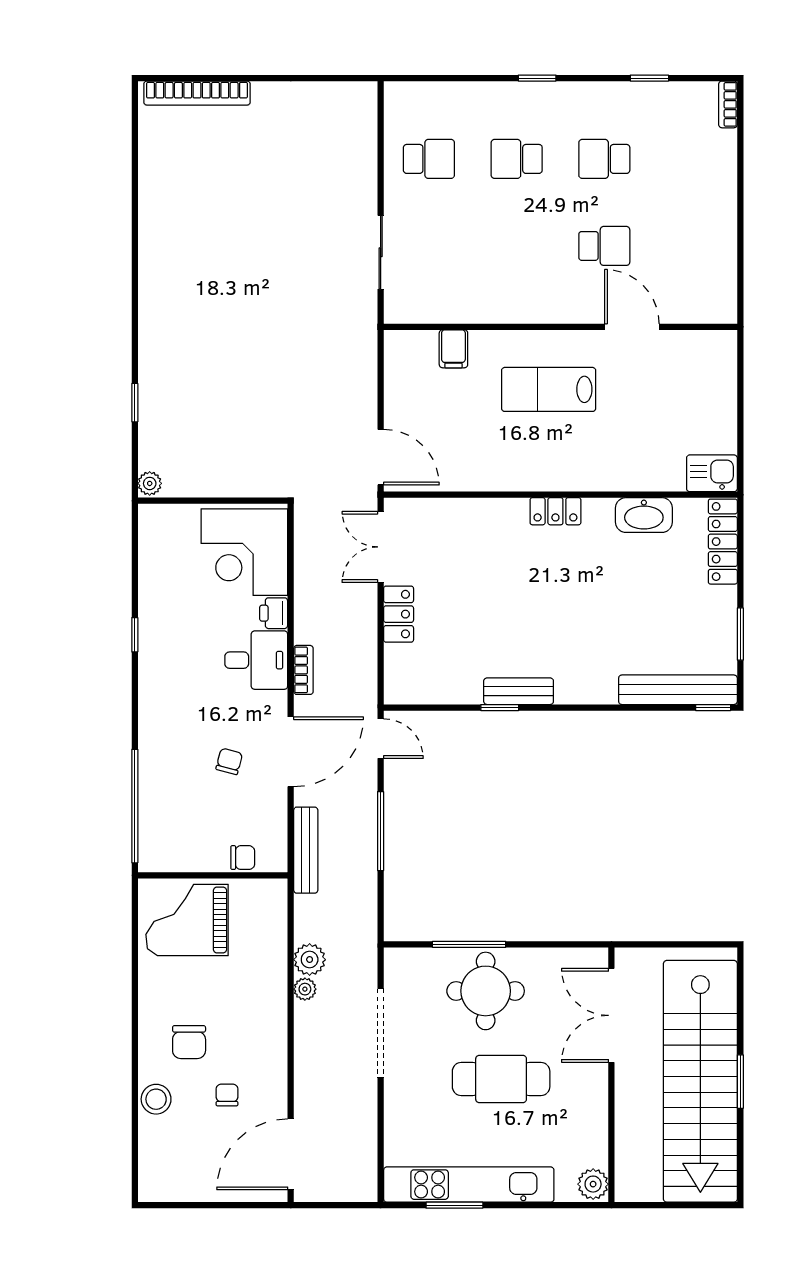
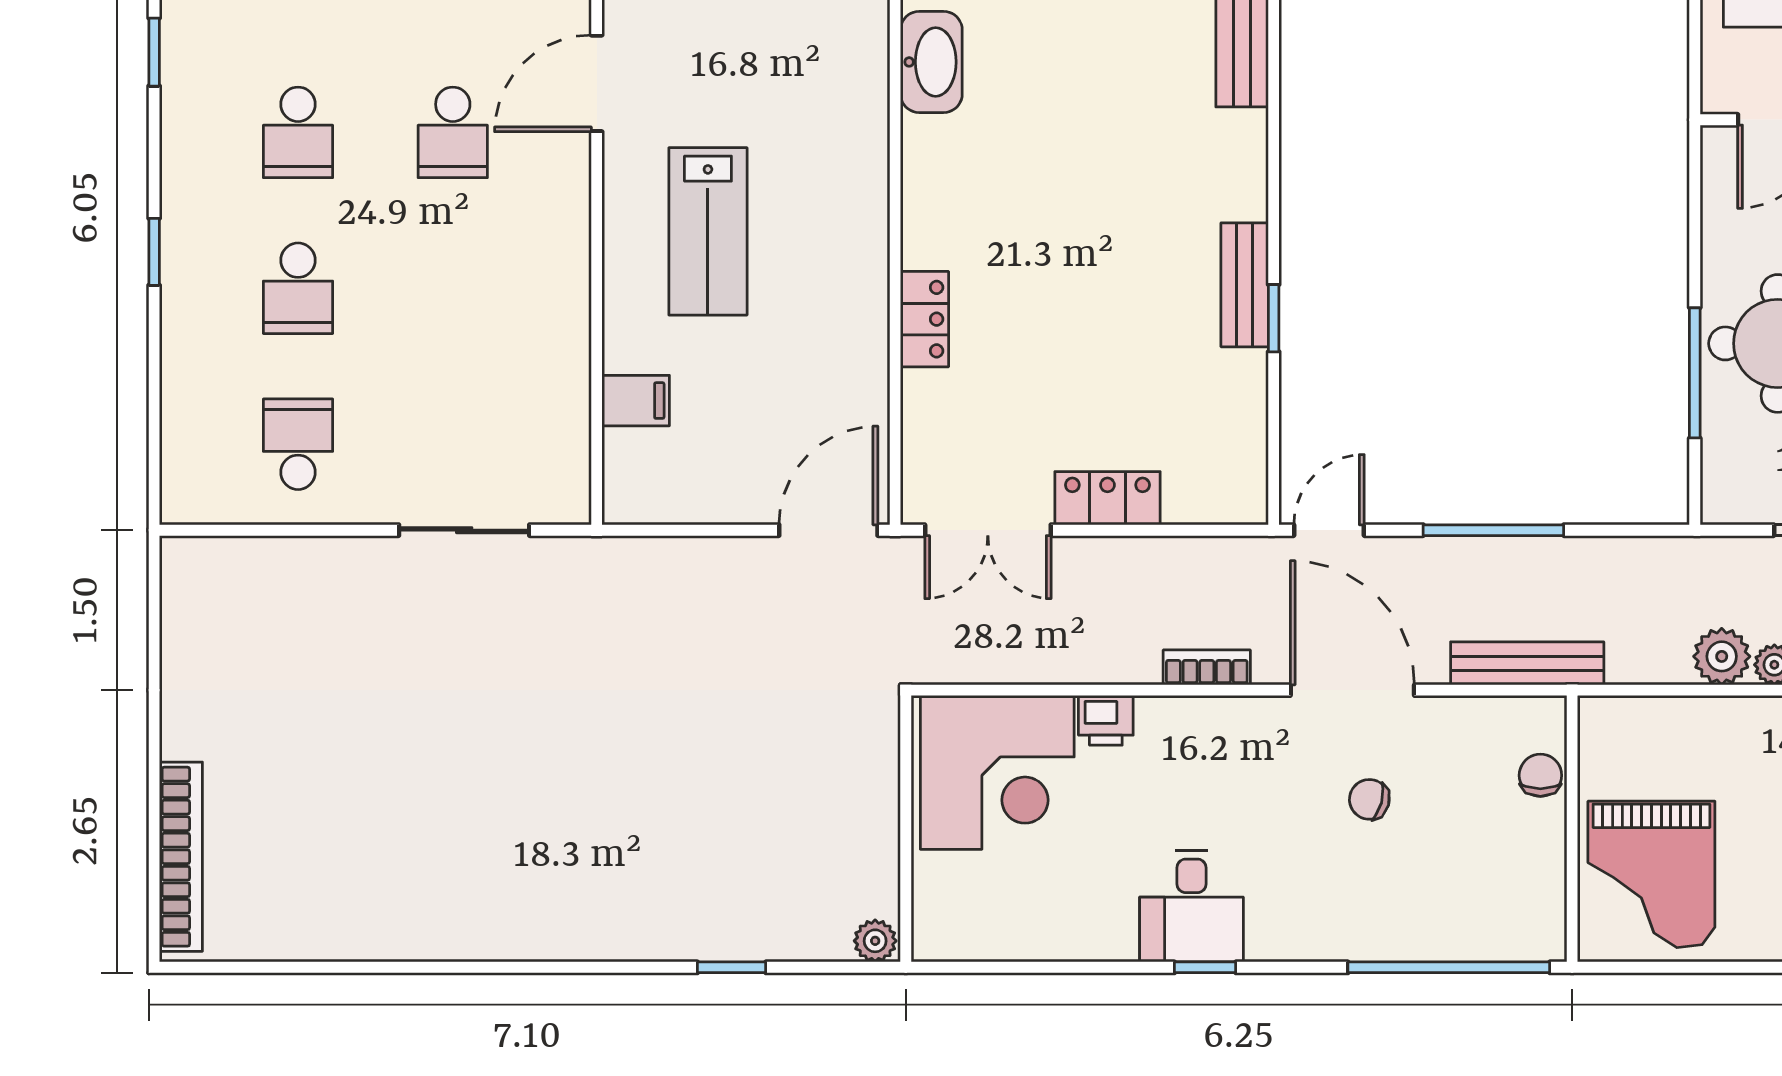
school desk: (604, 246) -> (453, 132), turned 180
locker: (555, 511) -> (925, 319), moved
window: (135, 635) -> (1205, 967), moved
desk: (256, 660) -> (1192, 906), moved, turned 180

